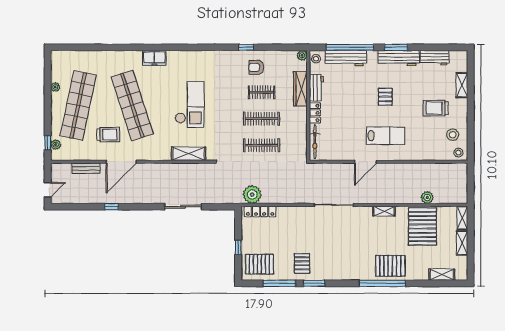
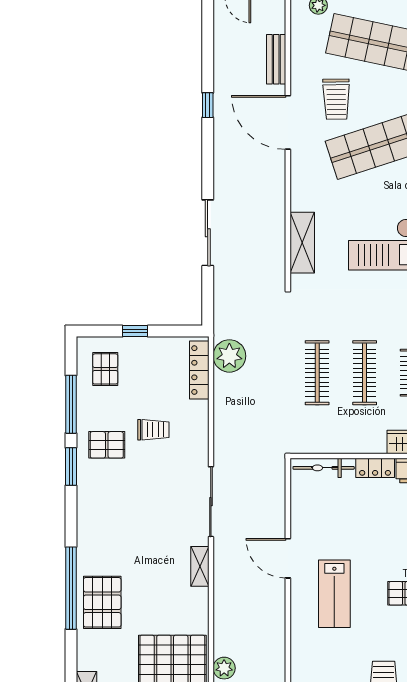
shelving: (384, 211) -> (200, 566), moved
trolley: (294, 237) -> (153, 430), added
pallet: (259, 264) -> (105, 369), width x0.67, depth x0.71

